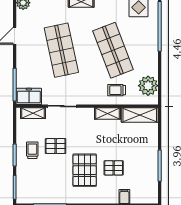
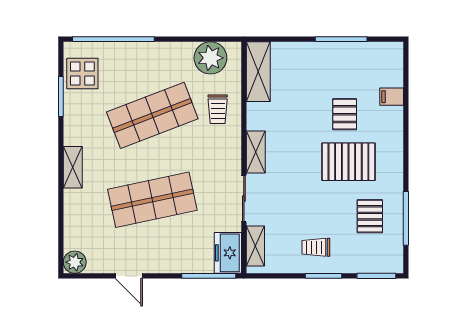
shelving: (107, 113) -> (256, 152), moved
pallet: (56, 146) -> (370, 216), moved

